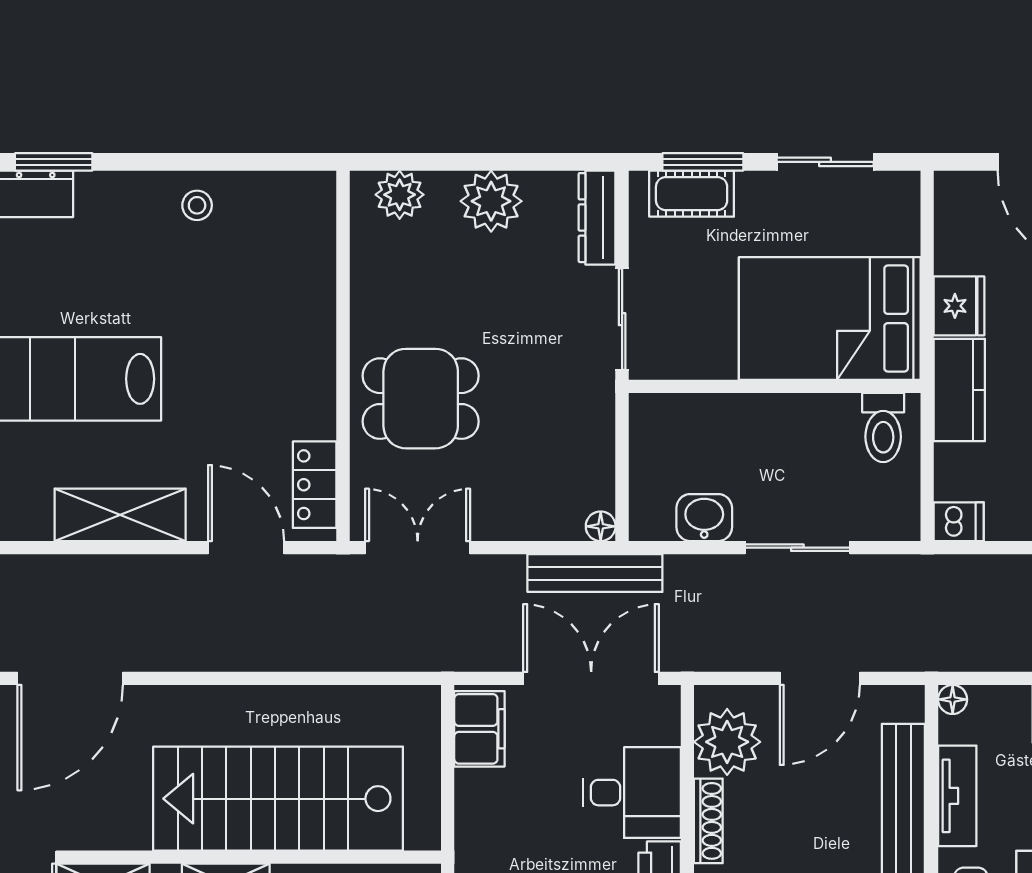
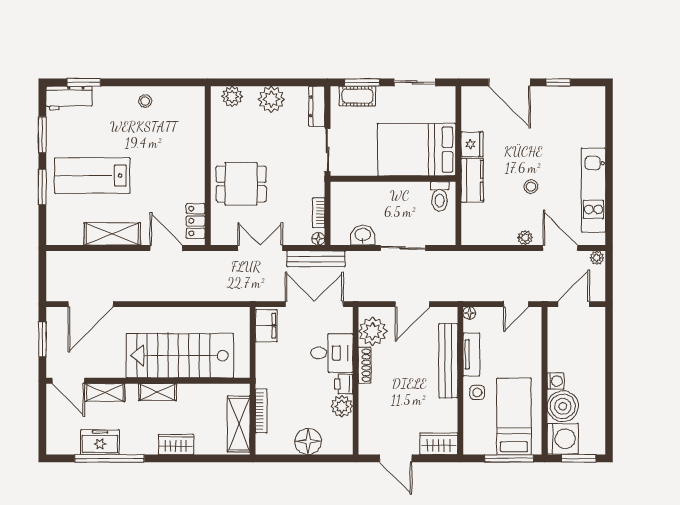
bookcase: (602, 465) -> (319, 213), added
dishwasher: (959, 522) -> (472, 237), removed
double door: (418, 548) -> (260, 248), moved

